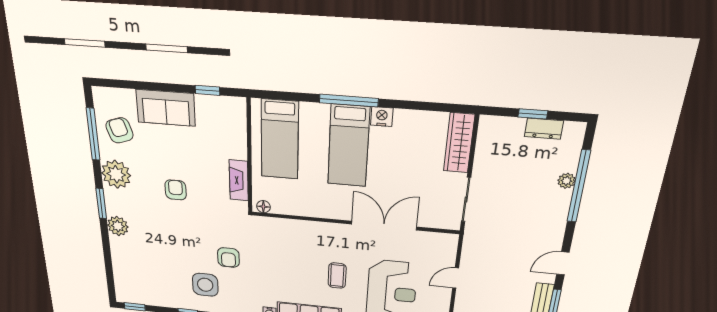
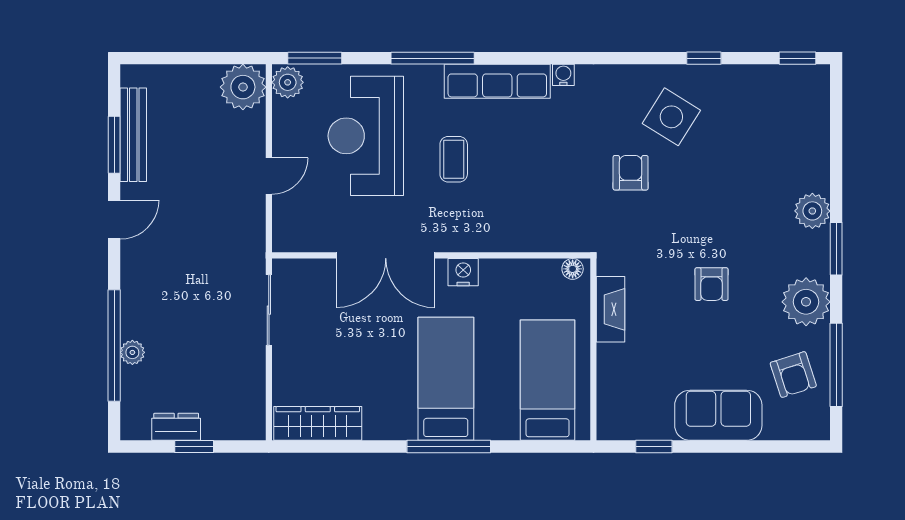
nightstand: (382, 117) -> (463, 272), moved, turned 180
wardrobe: (459, 143) -> (318, 423), moved, turned -90
side table: (205, 285) -> (671, 117), turned 32

